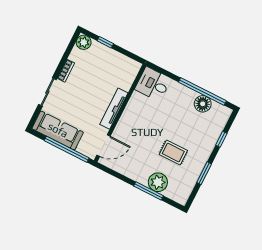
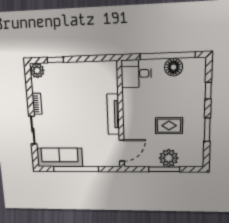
desk: (153, 84) -> (136, 74), moved
tv unit: (114, 109) -> (113, 114), moved
wall: (120, 113) -> (121, 115), moved
door: (104, 146) -> (122, 151), moved

